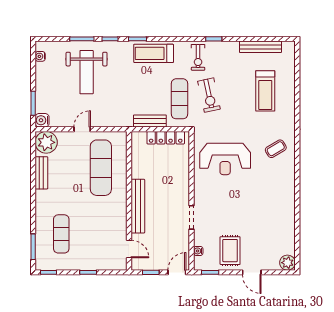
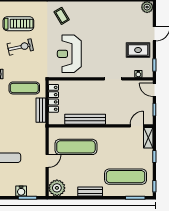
exercise bike: (209, 95) -> (20, 47), moved
water cooler: (42, 120) -> (21, 191), moved
door: (82, 129) -> (47, 161), swing flipped
reception desk: (225, 159) -> (69, 54), turned 180
bench: (41, 173) -> (90, 192), moved
bench: (138, 206) -> (85, 119), moved
exercise mat: (61, 234) -> (126, 177), width x1.36, depth x1.45
shelving: (113, 264) -> (148, 138), added

